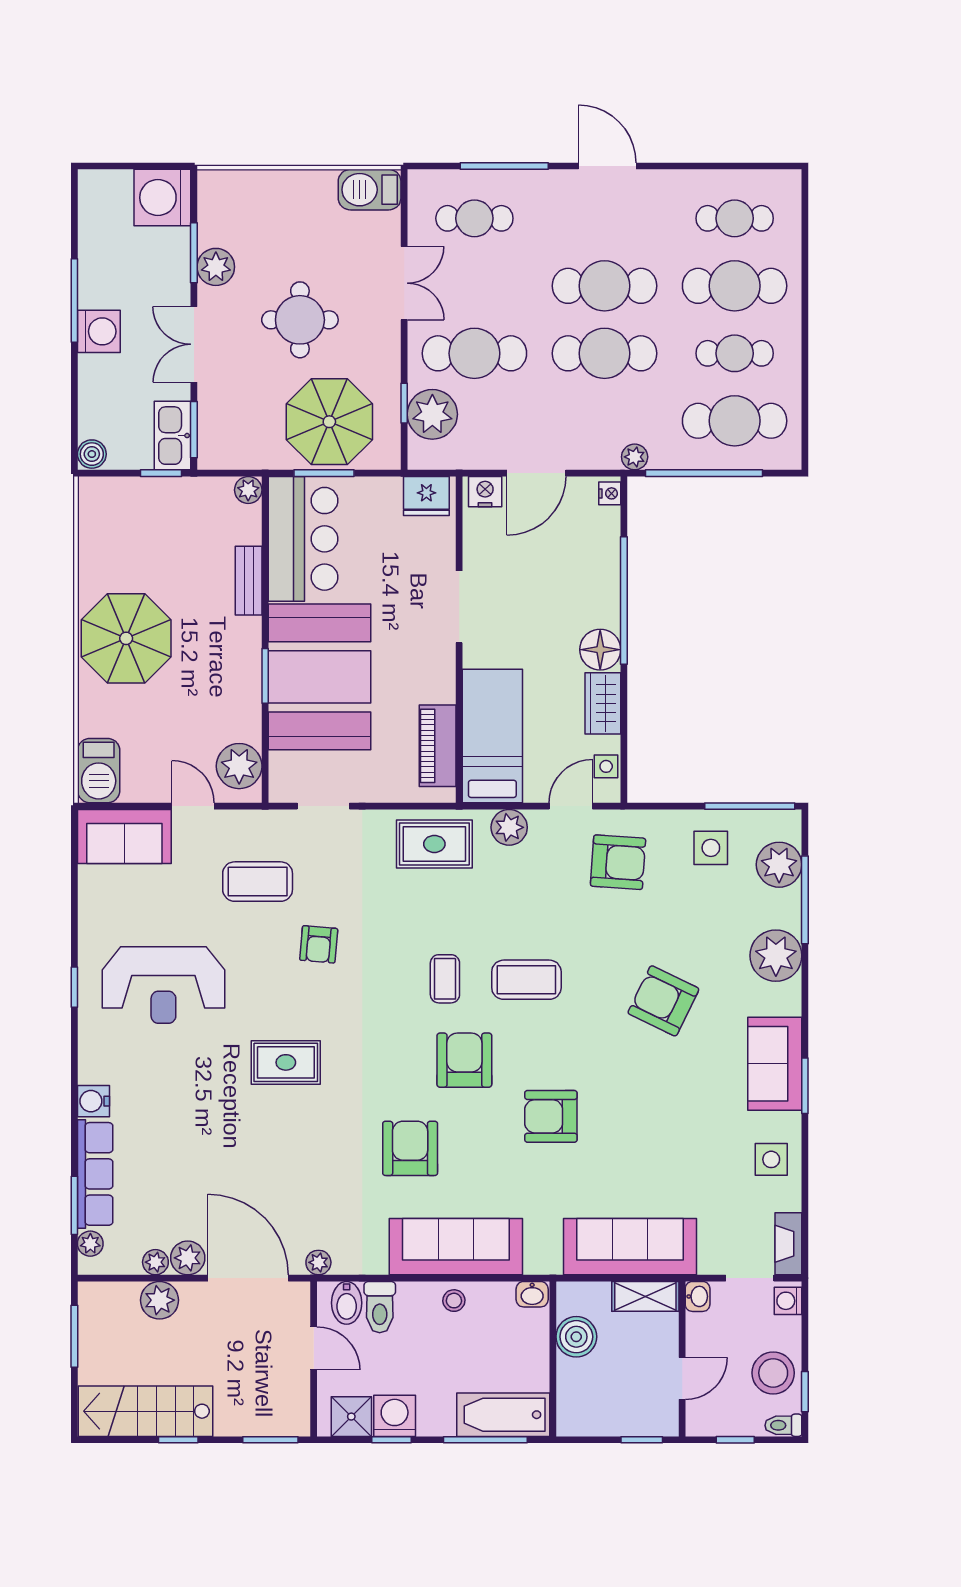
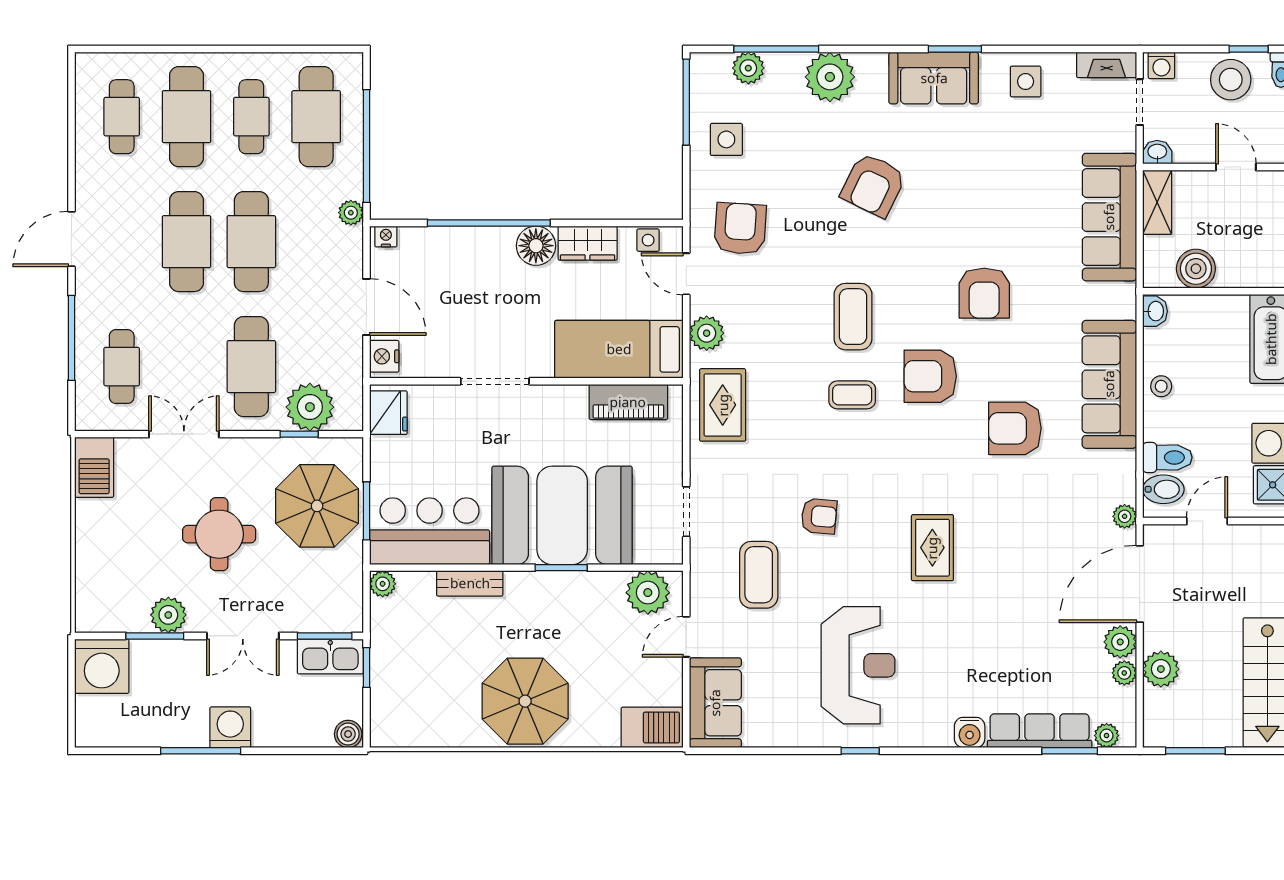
plant: (779, 865) -> (748, 68), width x0.73, depth x0.73

